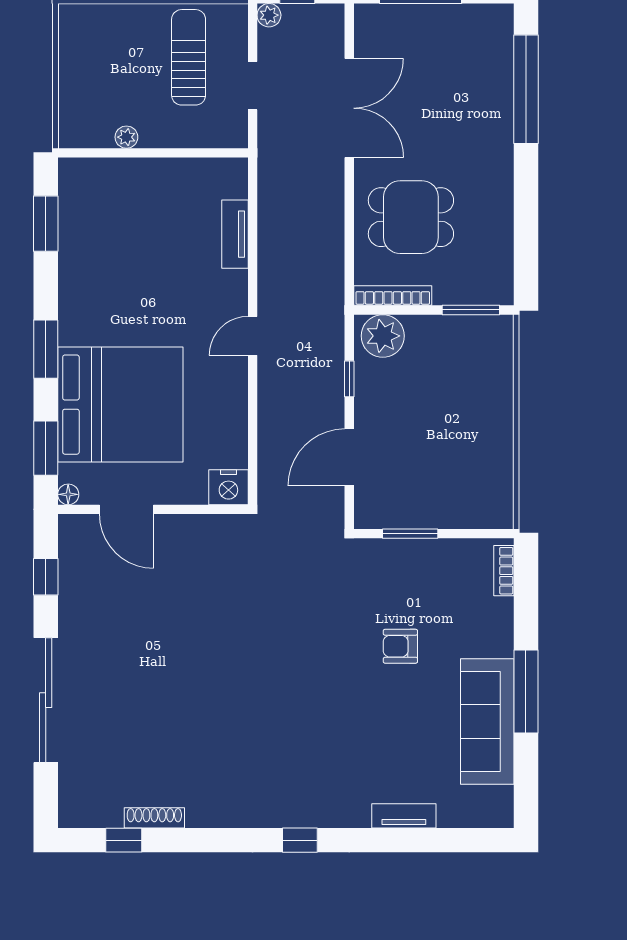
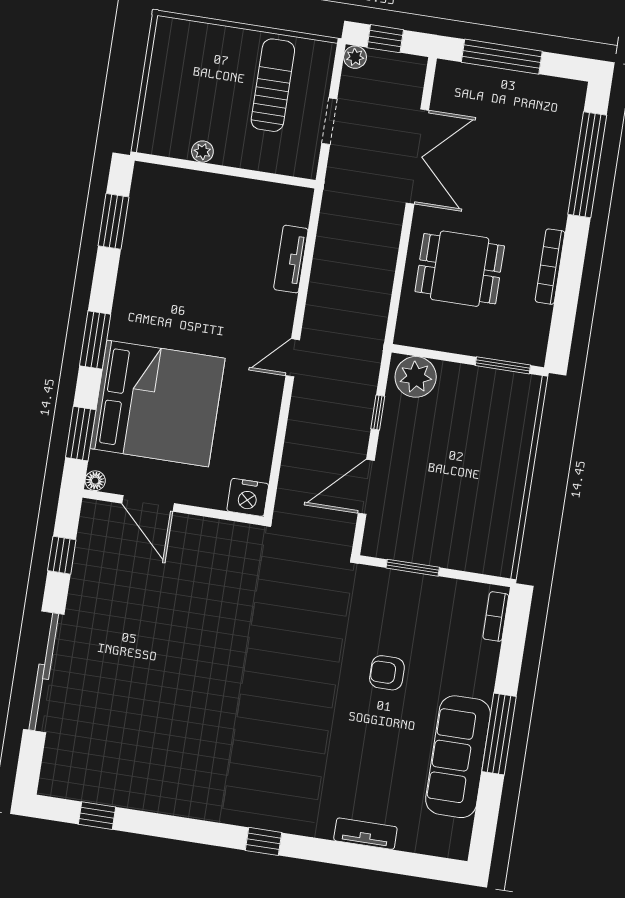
bookcase: (393, 296) -> (550, 267), moved, turned -90
shoe rack: (154, 818) -> (129, 799), removed

